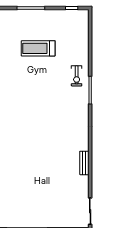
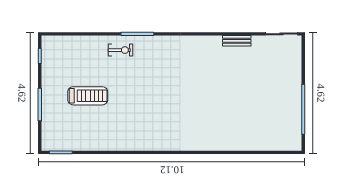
treadmill: (38, 48) -> (88, 96), turned -90
bench: (84, 163) -> (237, 41), moved

